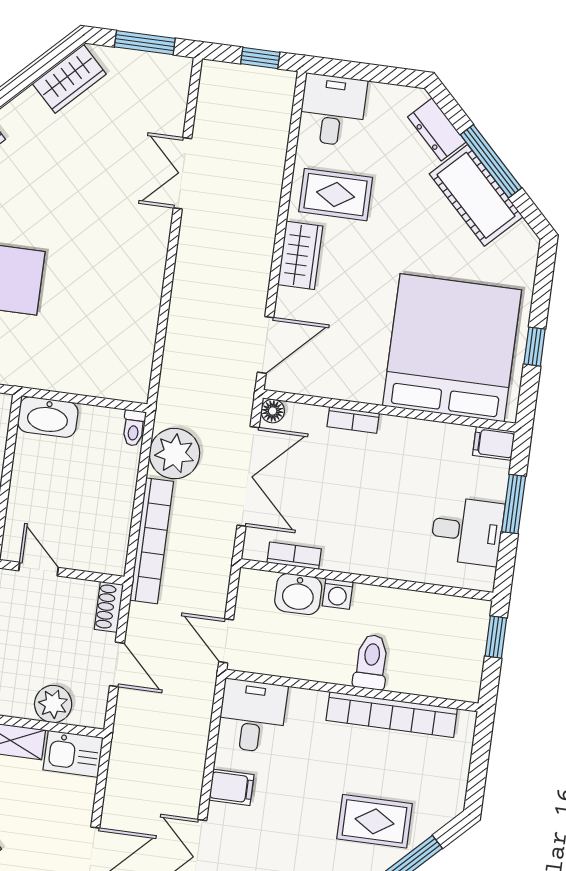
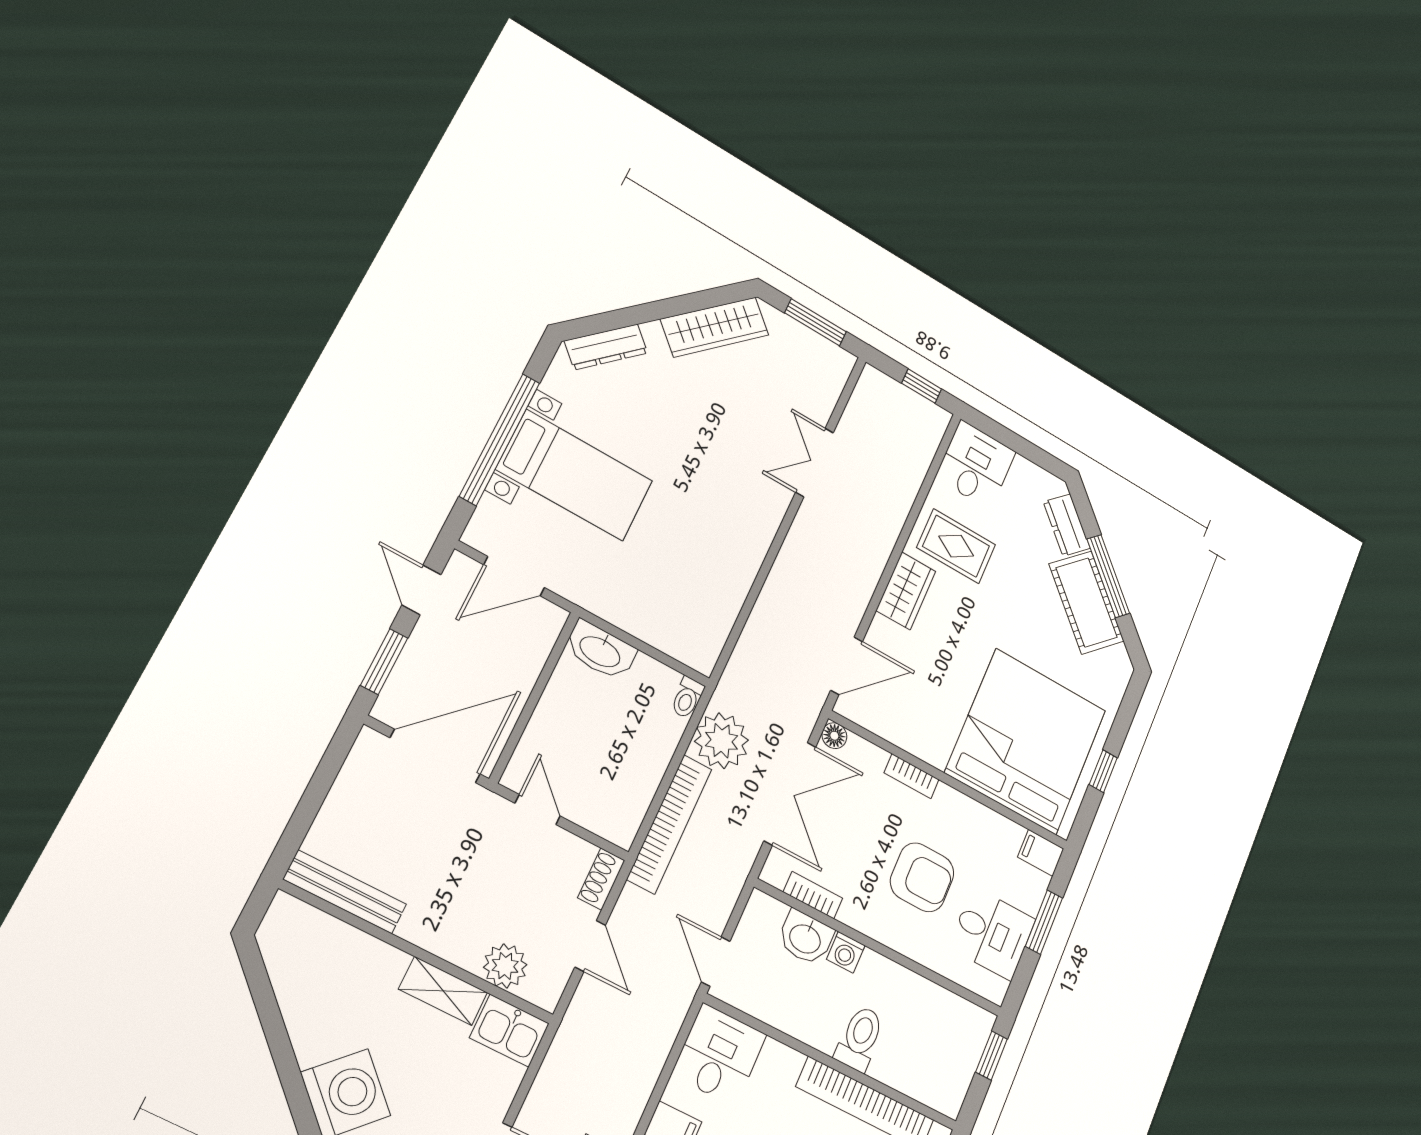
wardrobe: (69, 79) -> (715, 327), width x1.50
armchair: (388, 505) -> (922, 877), added

